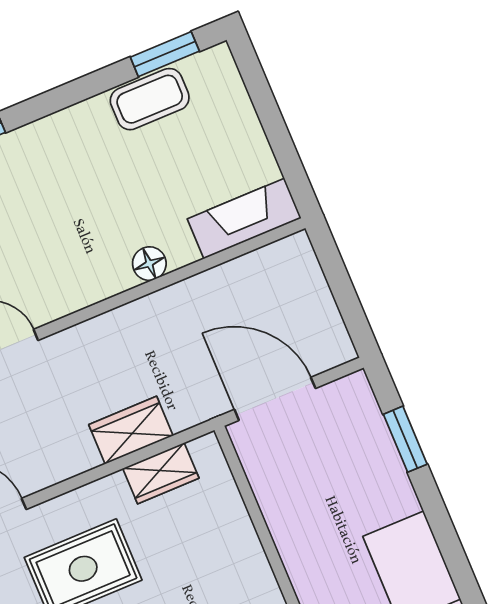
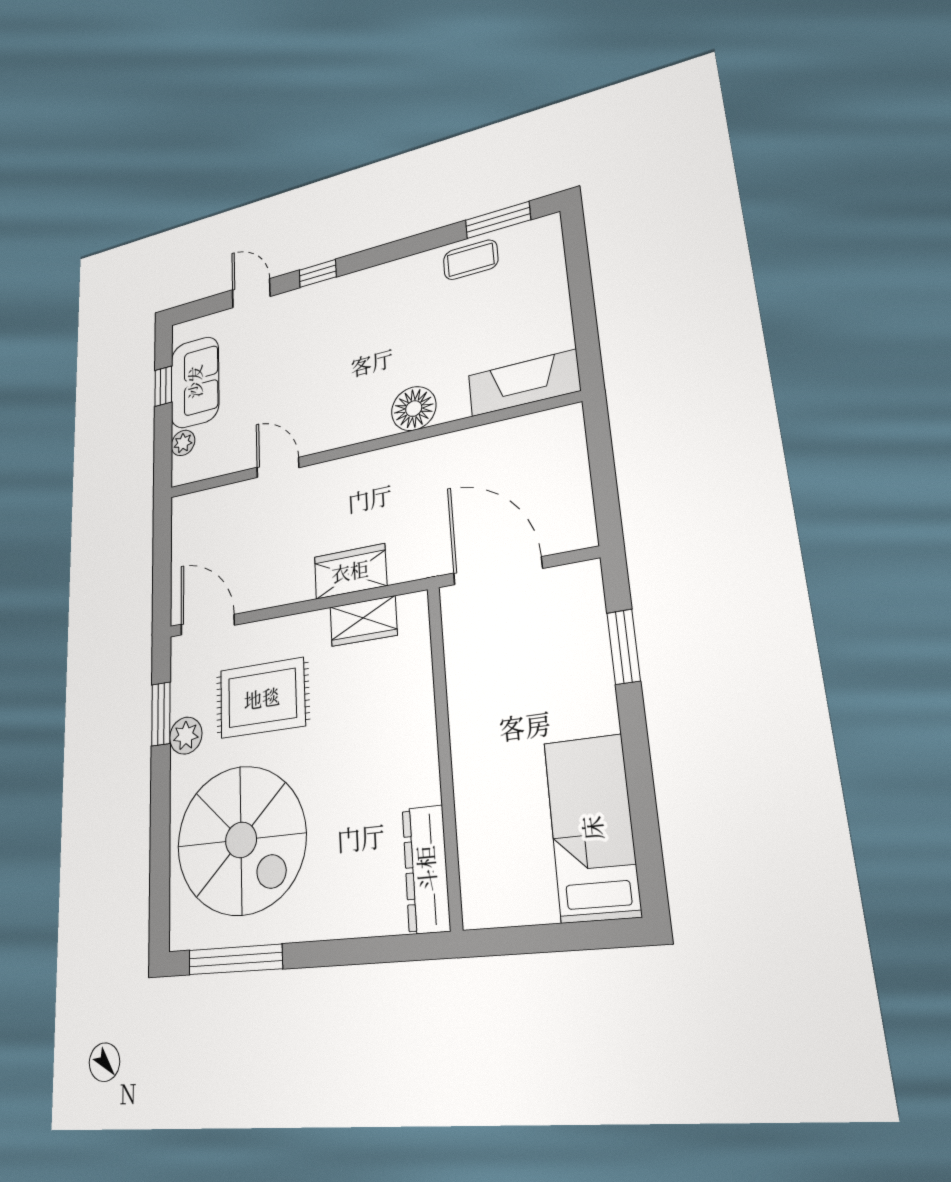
coffee table: (150, 99) -> (471, 260), width x0.73, depth x0.77
floor lamp: (149, 264) -> (414, 409), width x1.38, depth x1.38

